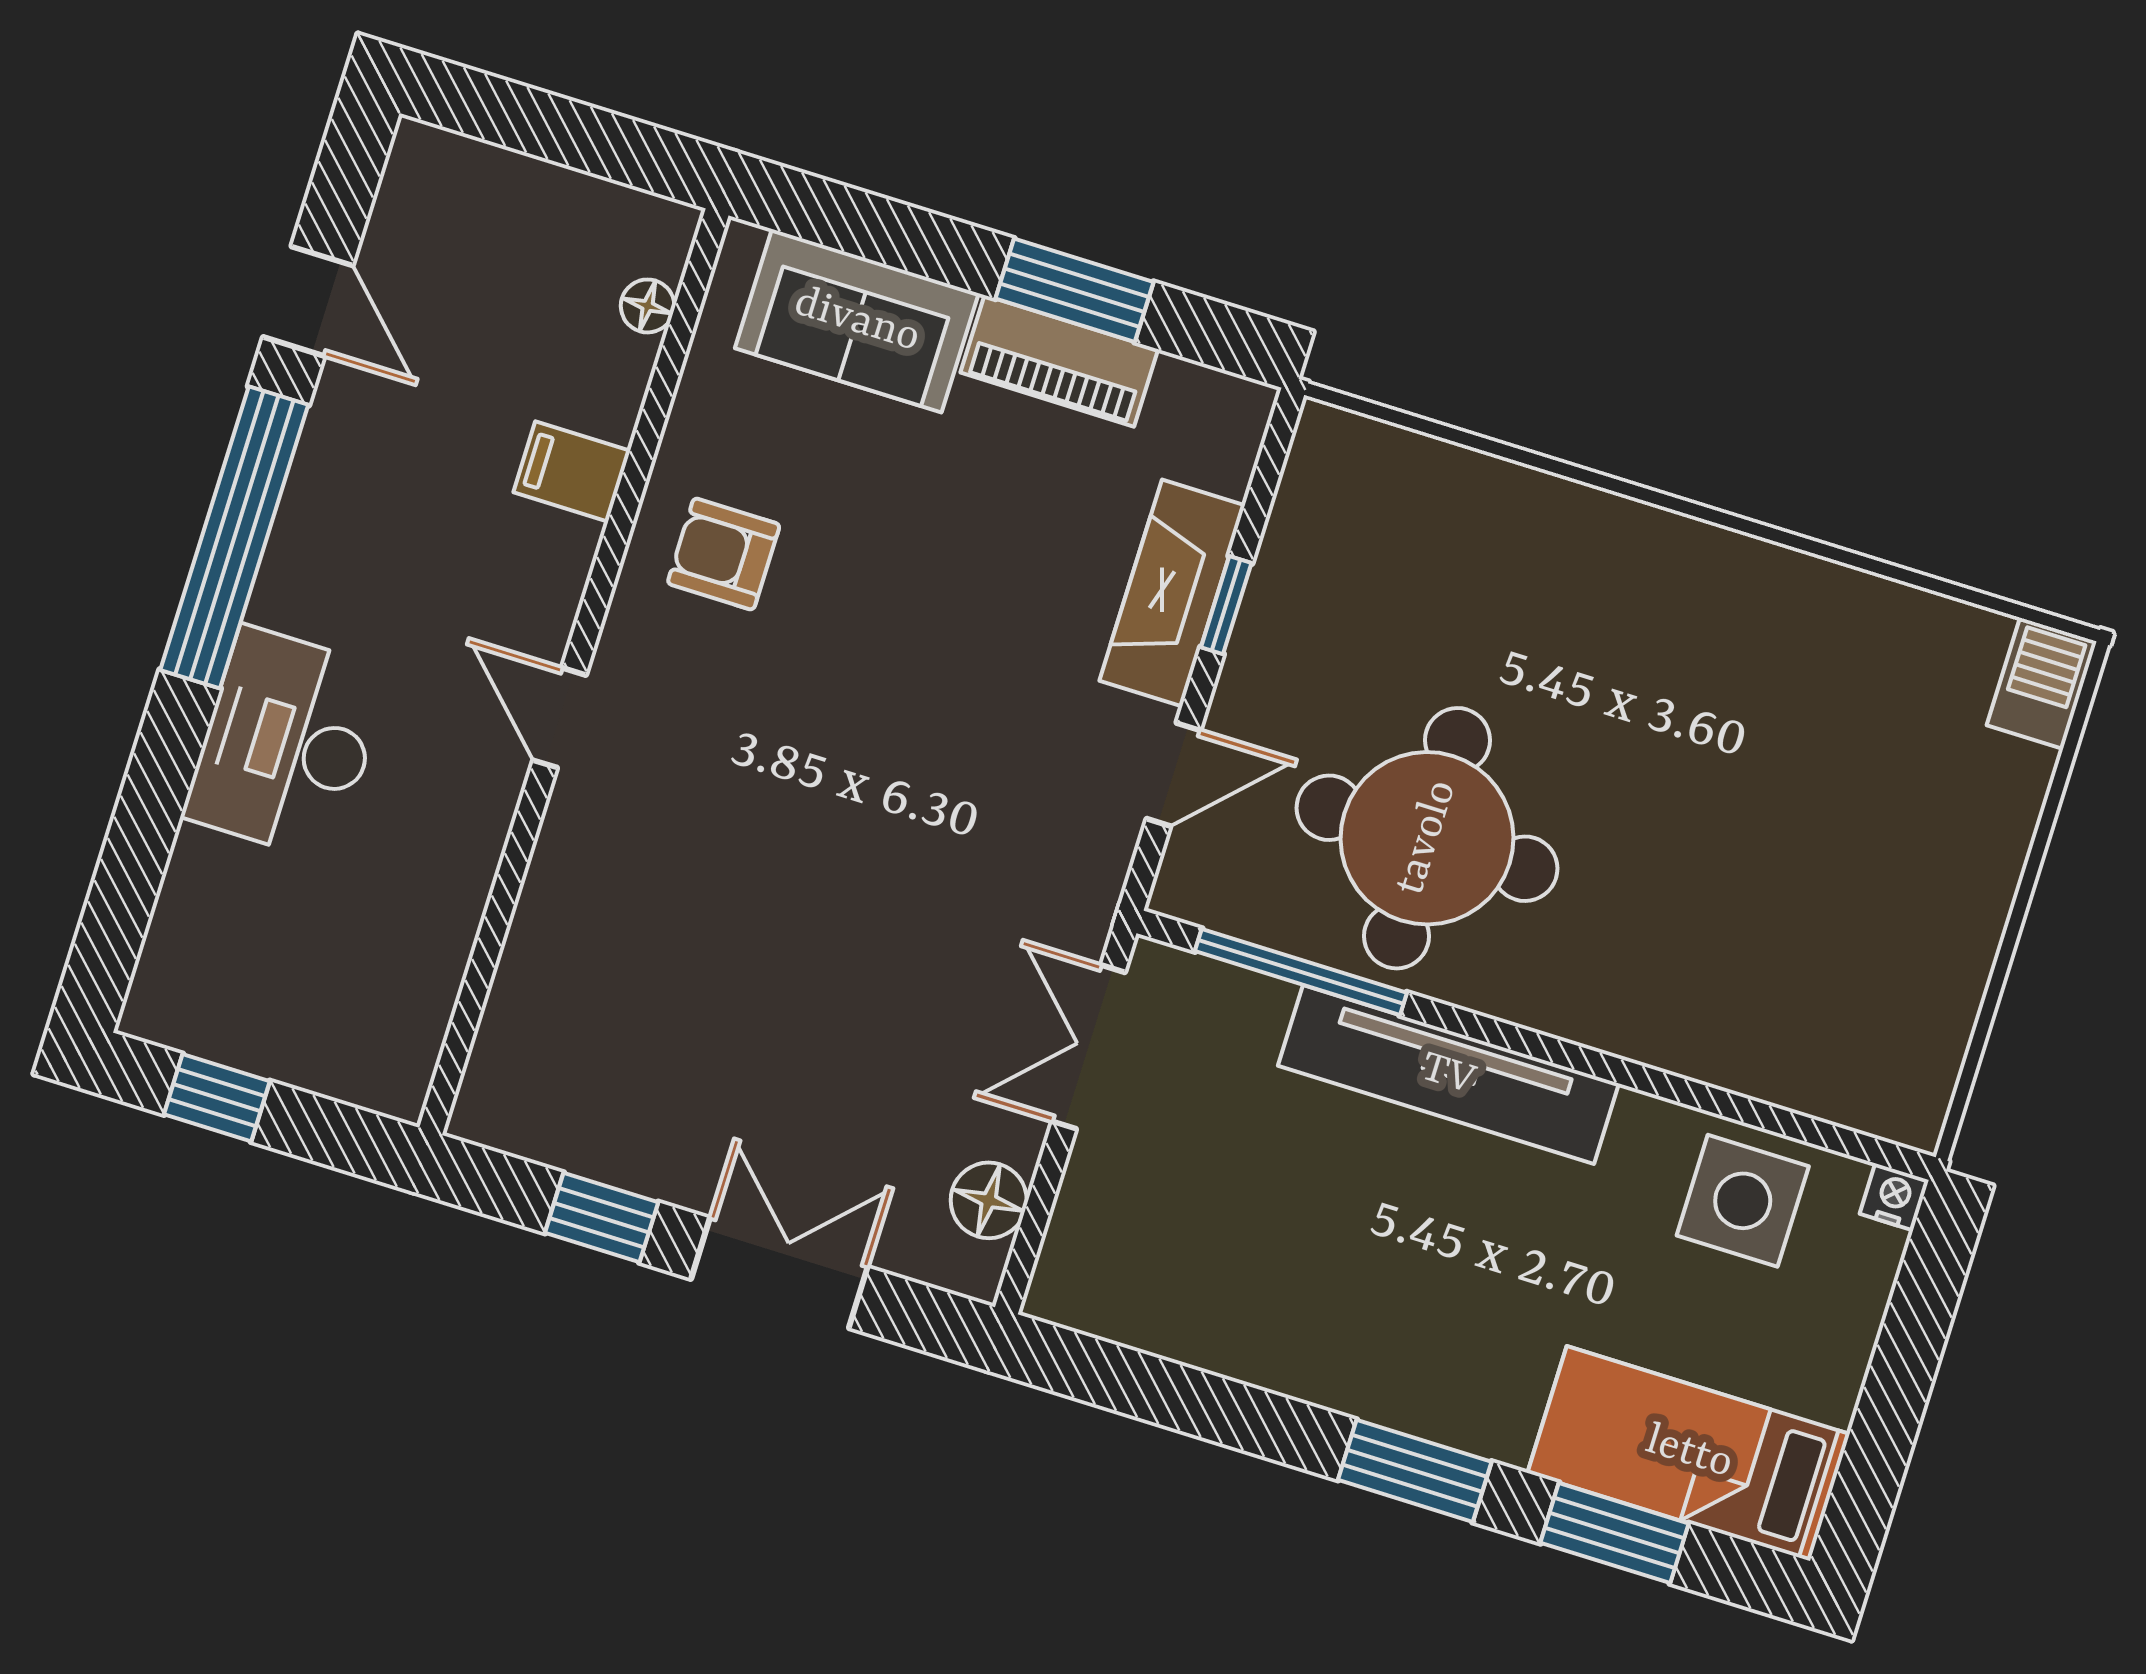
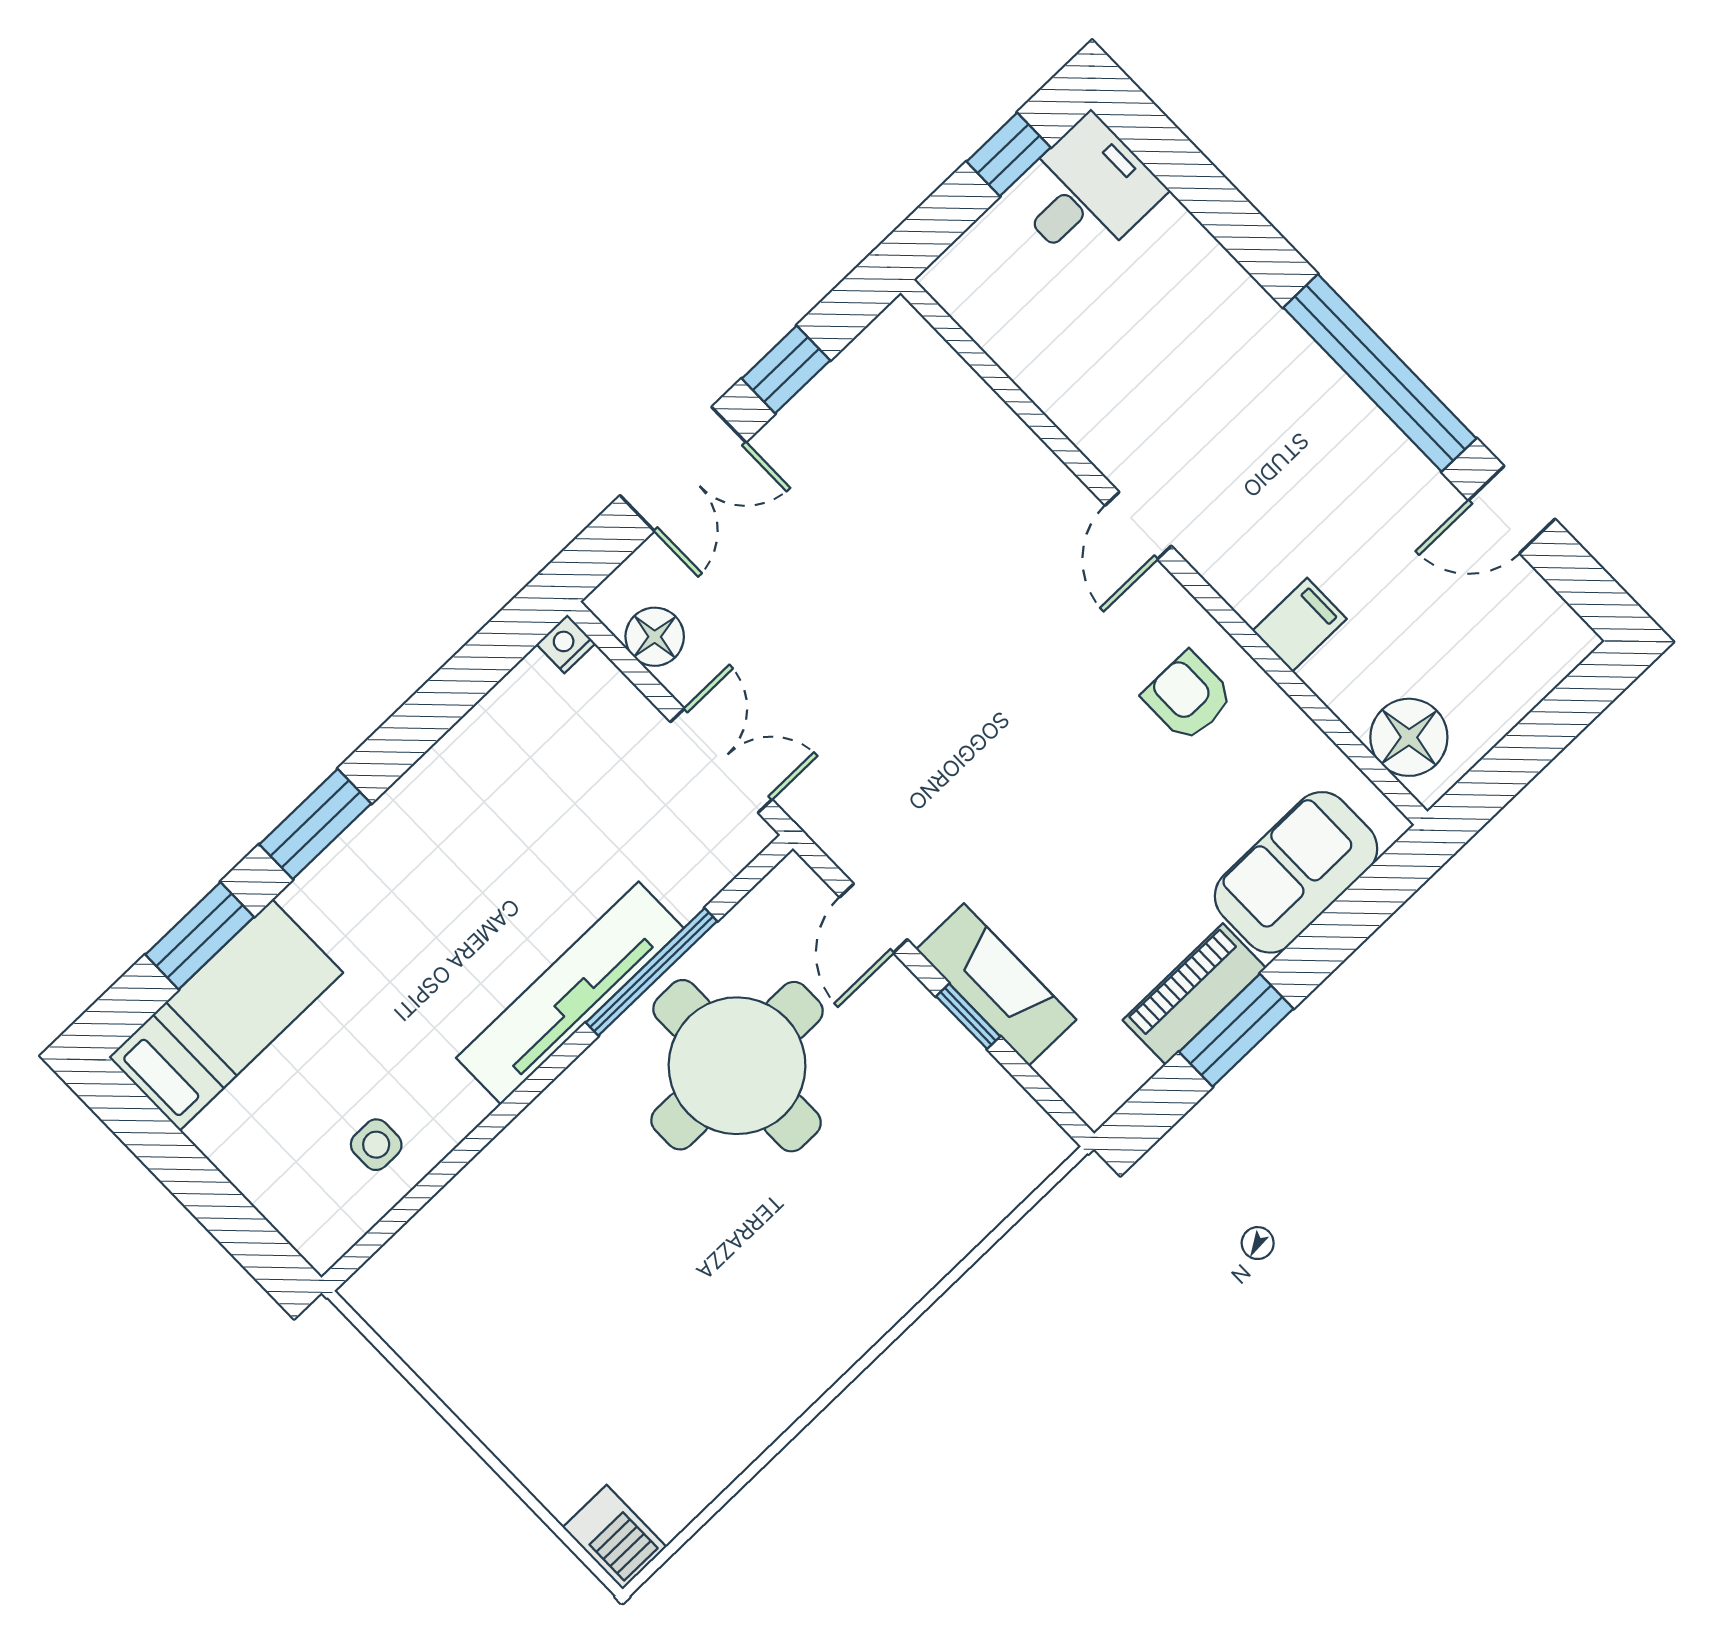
floor lamp: (648, 306) -> (1409, 737), width x1.89, depth x1.89
armchair: (724, 554) -> (1188, 697), turned -90
door: (560, 718) -> (1138, 526), swing flipped
desk: (287, 744) -> (1086, 192), moved, width x0.73
window: (1301, 972) -> (652, 972), moved
nightstand: (1894, 1197) -> (566, 644), moved, turned 180
side table: (1743, 1201) -> (376, 1145), width x0.54, depth x0.54

